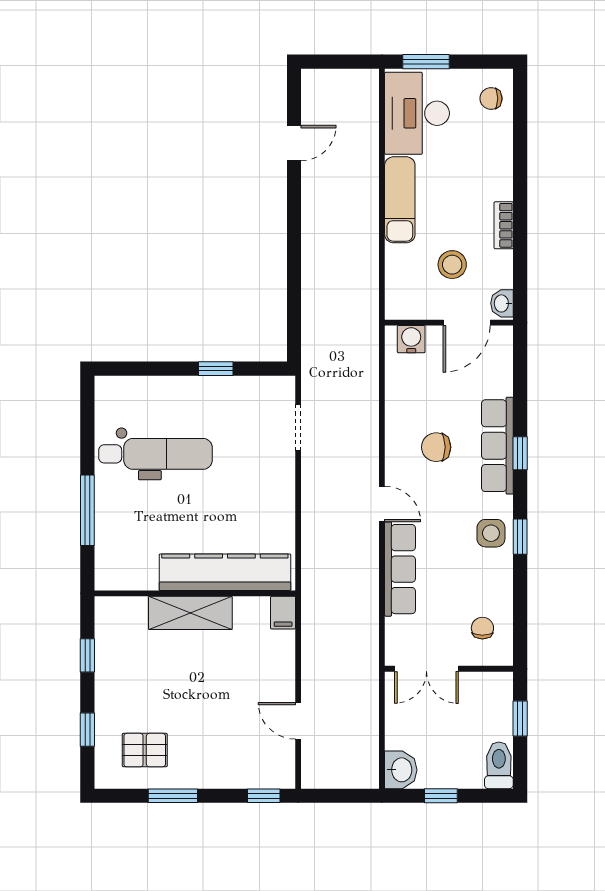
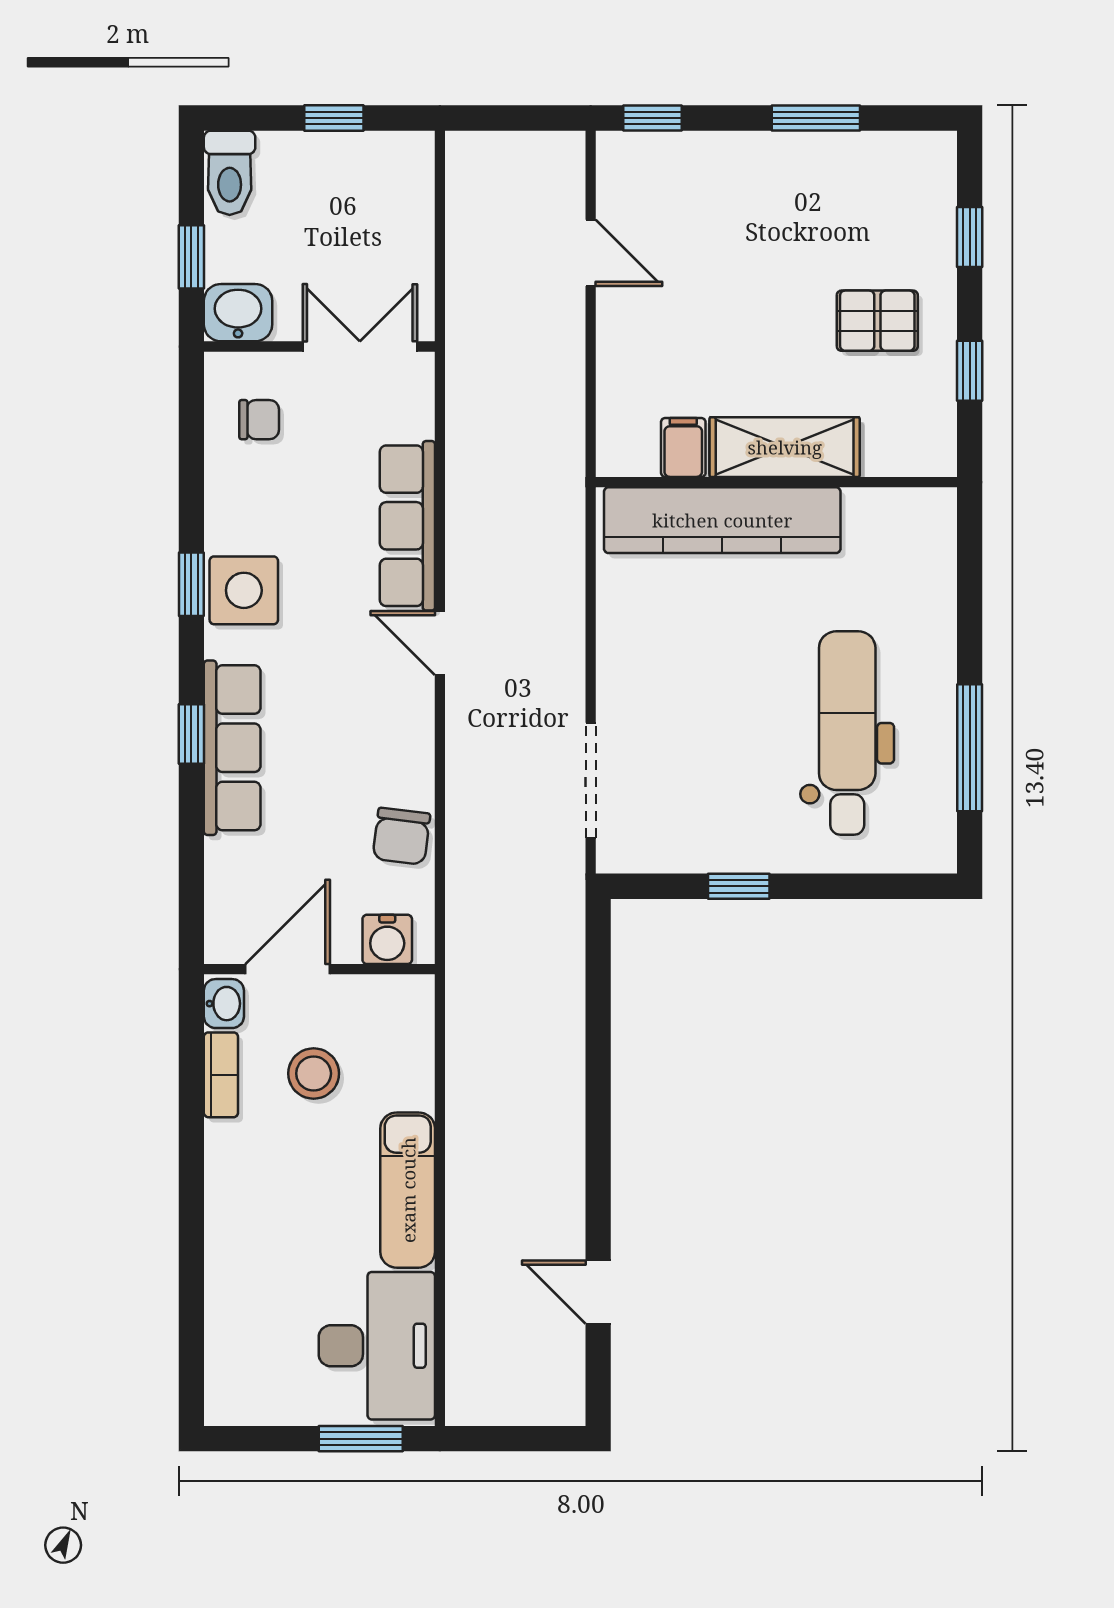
chair: (491, 98) -> (244, 1372), removed
door: (294, 143) -> (598, 1292), hinge flipped
bookcase: (504, 225) -> (221, 1075), moved
doorway: (298, 428) -> (591, 780), width x1.38
chair: (436, 447) -> (401, 836), moved, turned 97
dental chair: (156, 454) -> (847, 733), turned 90
window: (87, 510) -> (970, 748), moved
side table: (491, 533) -> (244, 590), width x1.37, depth x1.37
filing cabinet: (283, 613) -> (683, 447), moved
chair: (482, 628) -> (259, 420), turned -90
pallet: (145, 750) -> (877, 321), moved
washbasin: (401, 770) -> (238, 313), moved, turned 90

